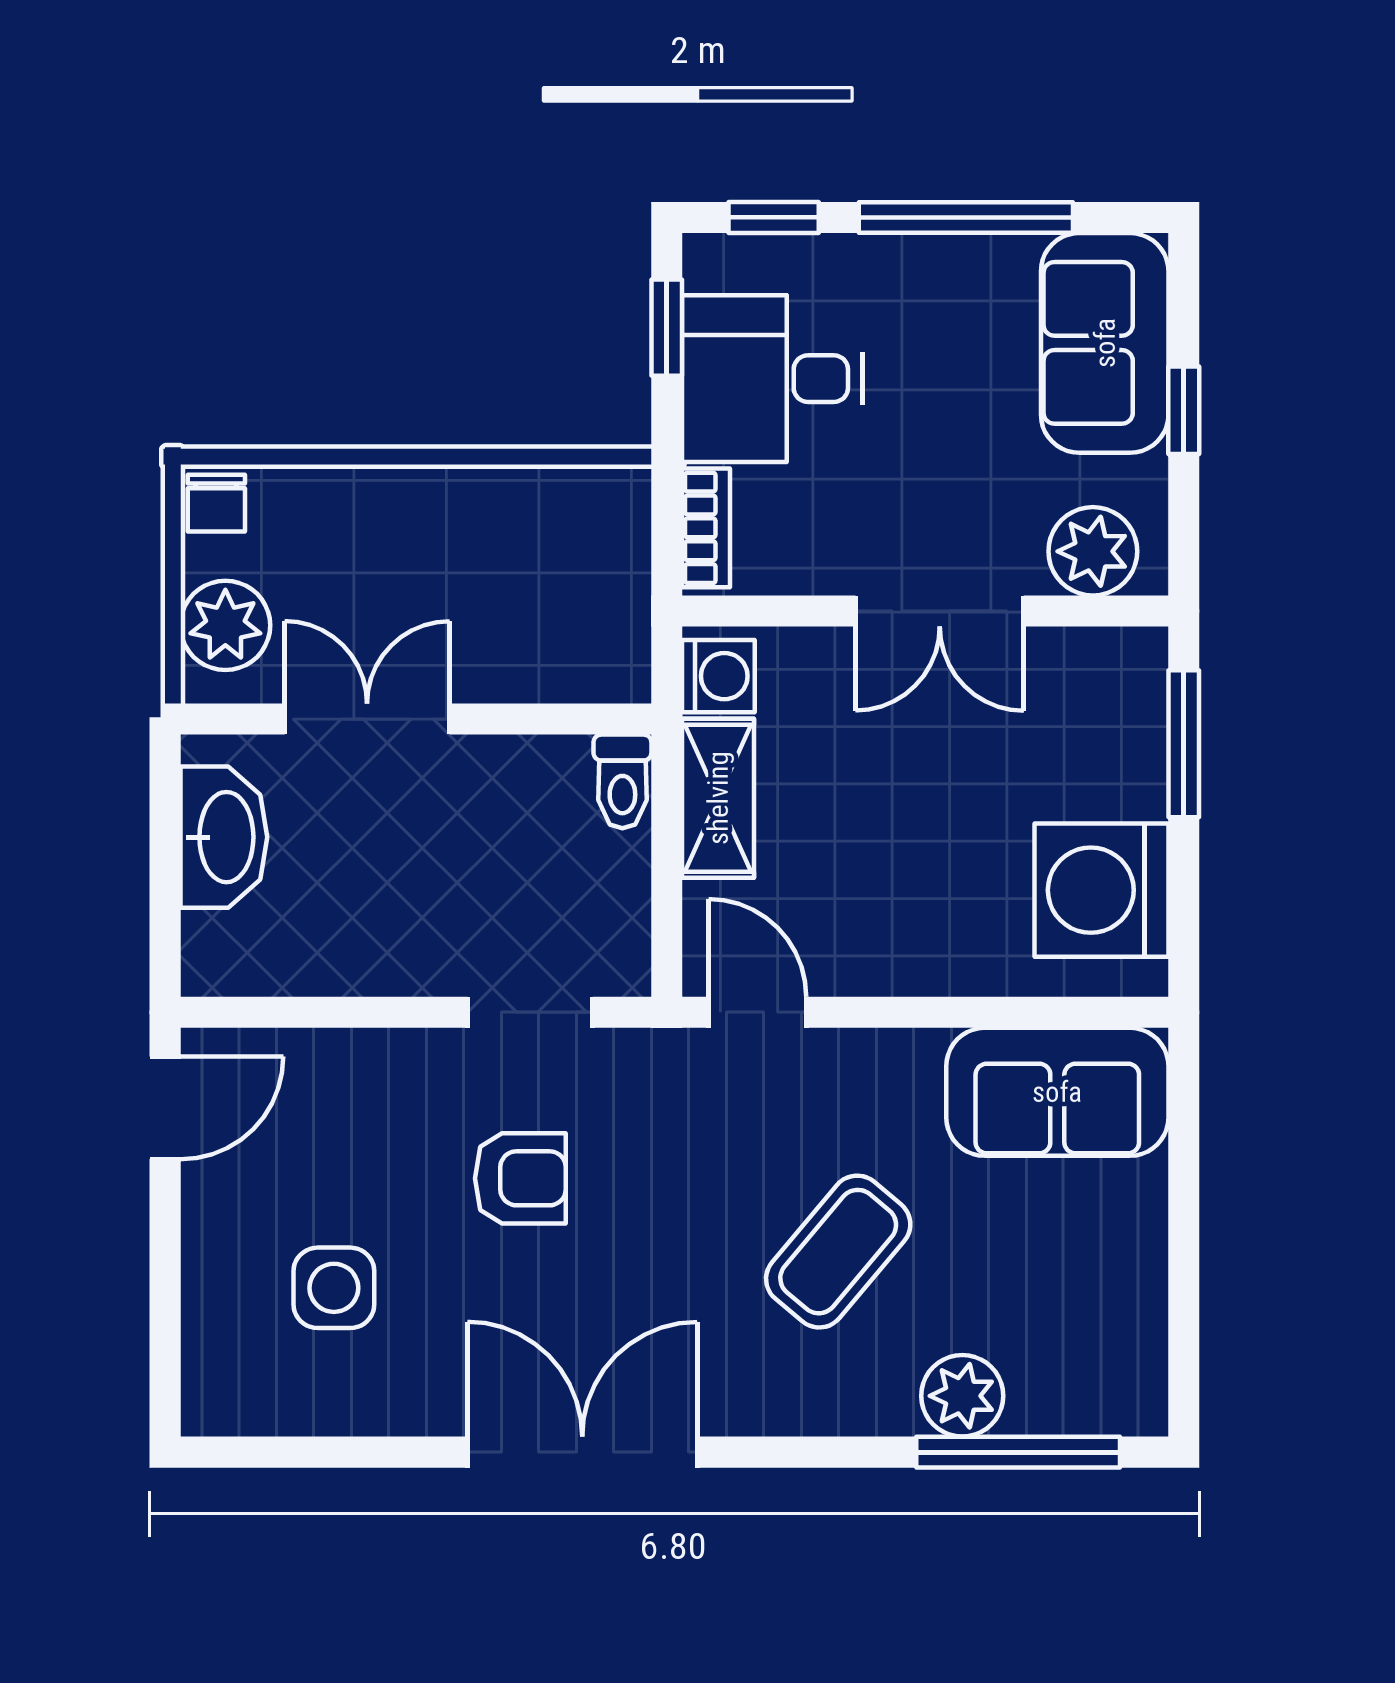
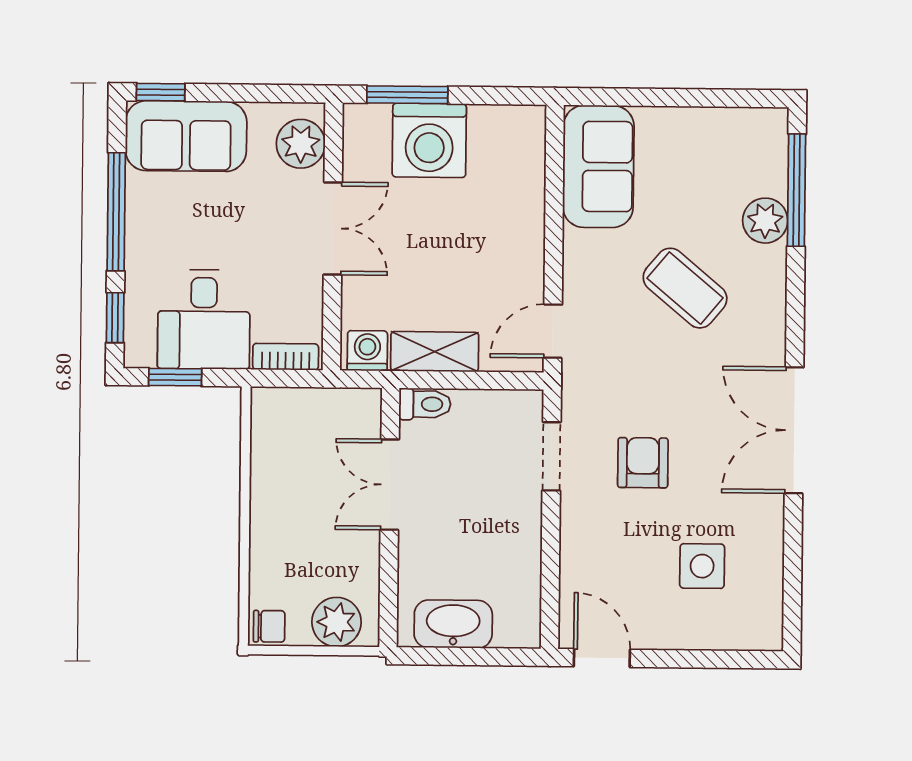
window: (1184, 410) -> (161, 92), moved
double door: (367, 719) -> (390, 485), moved
washing machine: (1101, 890) -> (429, 140), moved

